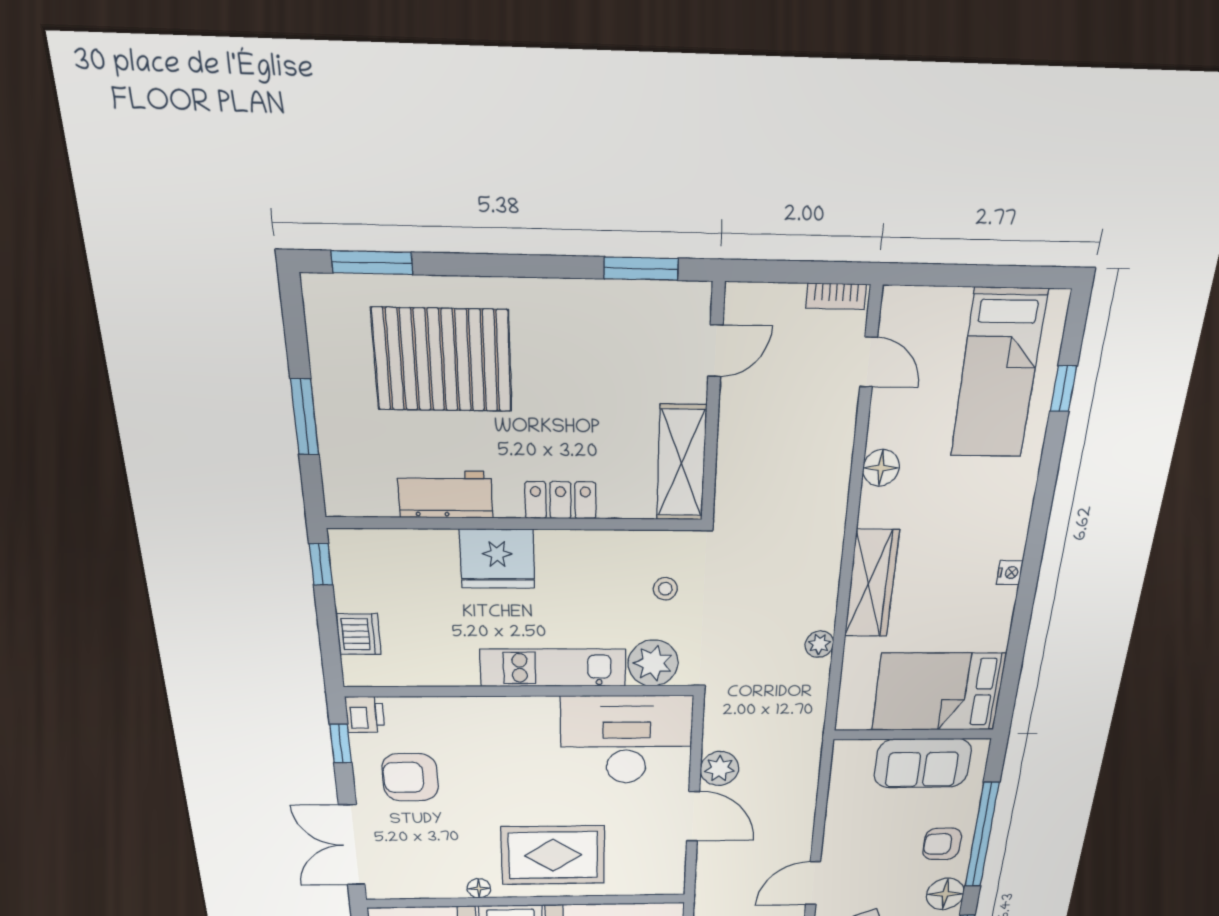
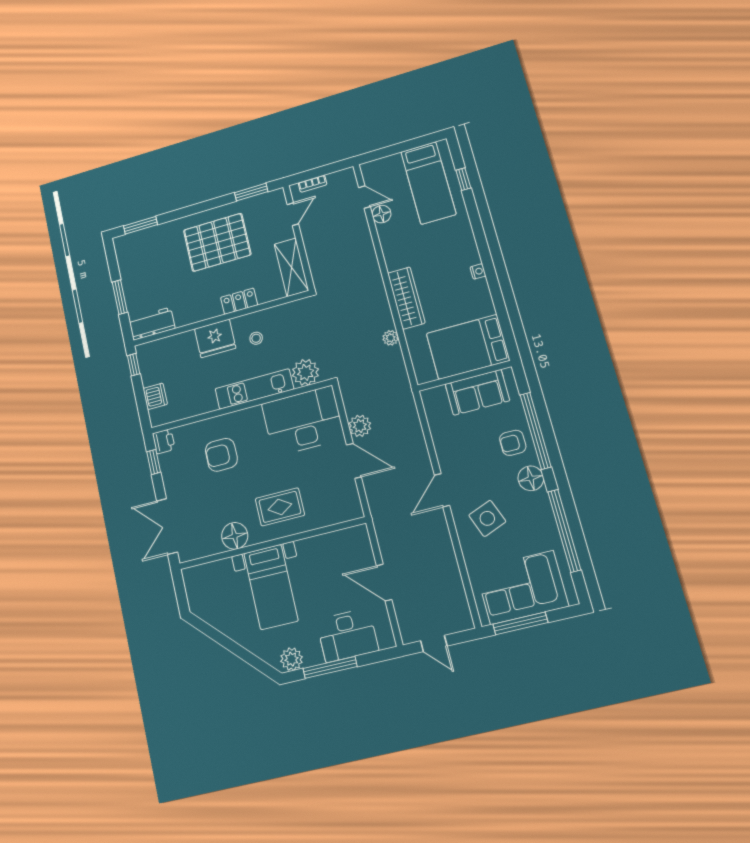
bookcase: (836, 296) -> (312, 184), moved
pallet: (443, 360) -> (217, 242), moved
floor lamp: (881, 468) -> (382, 214), moved
workbench: (445, 495) -> (152, 324), moved
stool: (665, 589) -> (256, 338), moved
armchair: (410, 777) -> (221, 455), moved
rug: (553, 855) -> (280, 507), width x0.73, depth x0.70
floor lamp: (479, 888) -> (235, 536), width x1.89, depth x1.89

